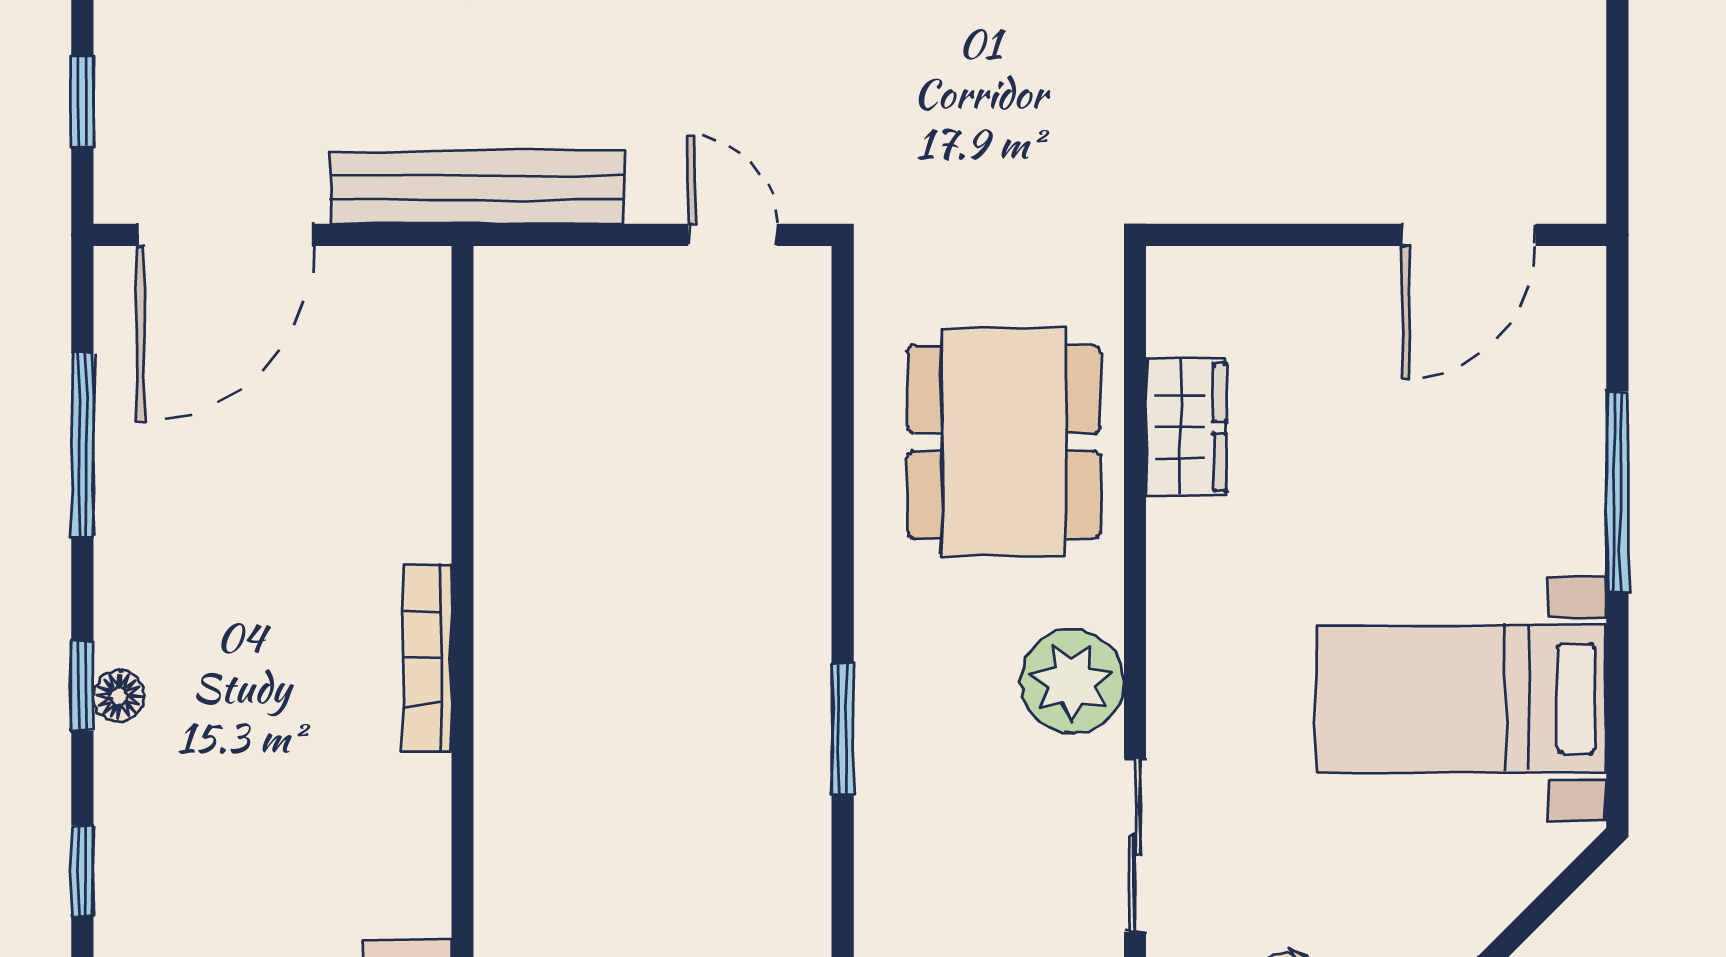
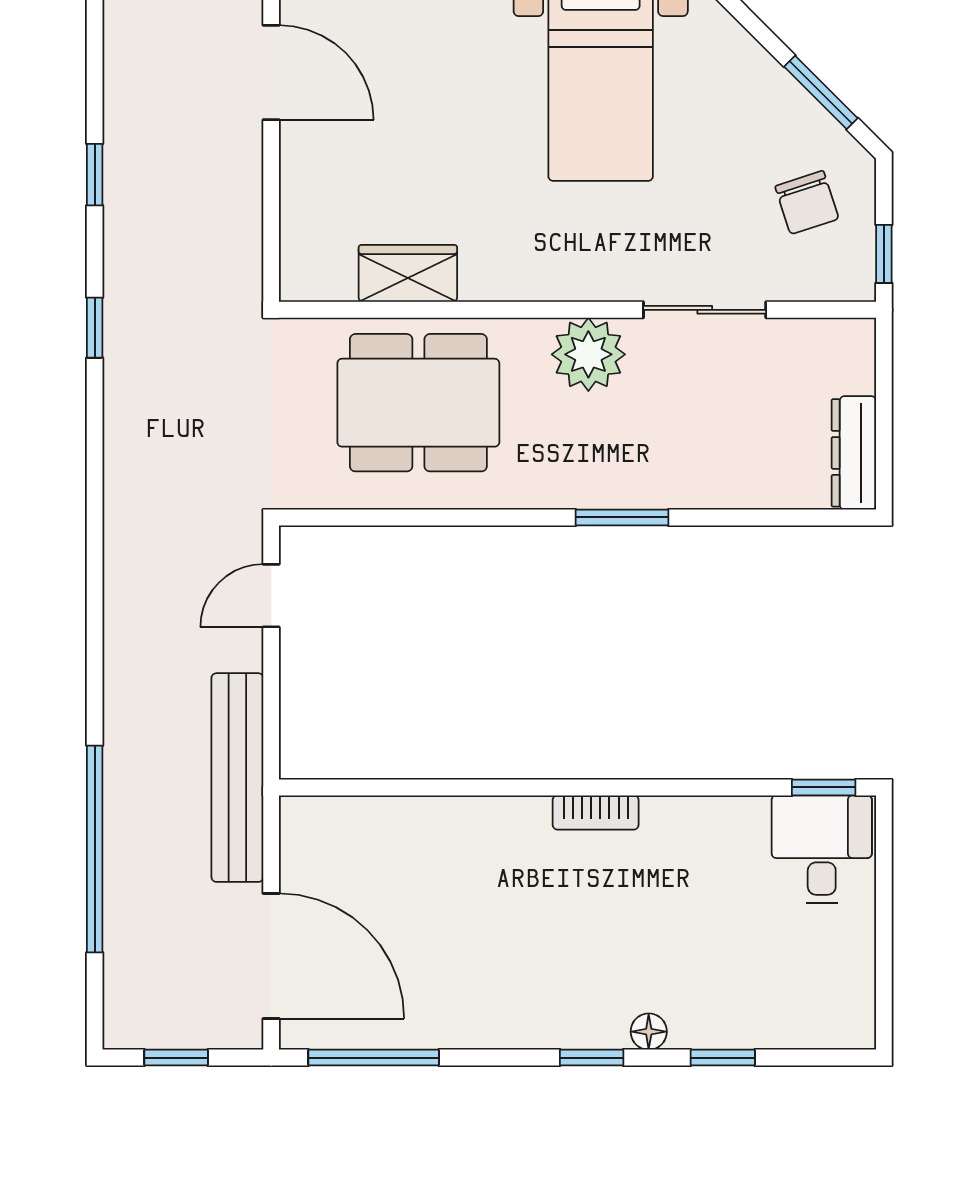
window: (82, 445) -> (374, 1058), moved
bookcase: (427, 658) -> (596, 812), width x0.64
floor lamp: (119, 696) -> (649, 1032), moved

